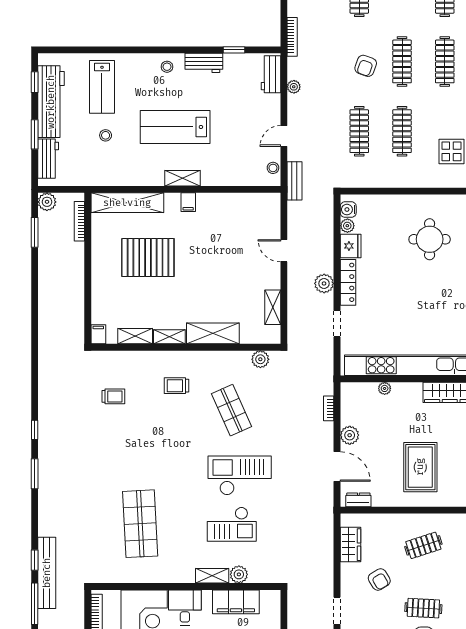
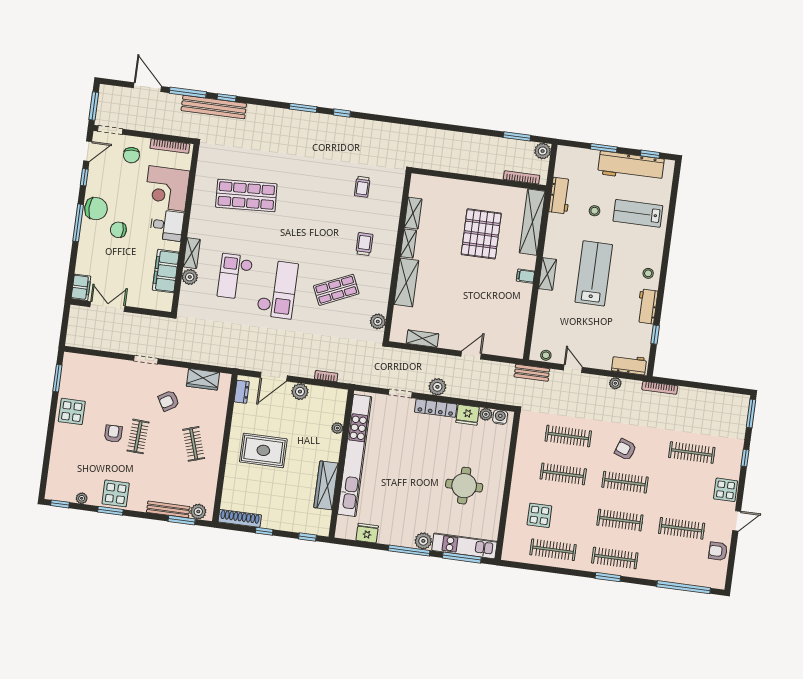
workbench: (48, 159) -> (560, 196), moved, turned -90
filing cabinet: (98, 334) -> (419, 181), removed

